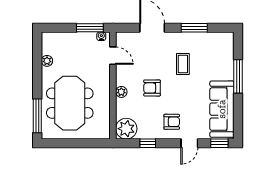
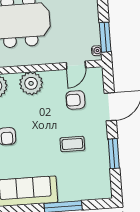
armchair: (152, 88) -> (75, 100), moved, turned -90
plant: (121, 92) -> (31, 83), width x1.87, depth x1.87

